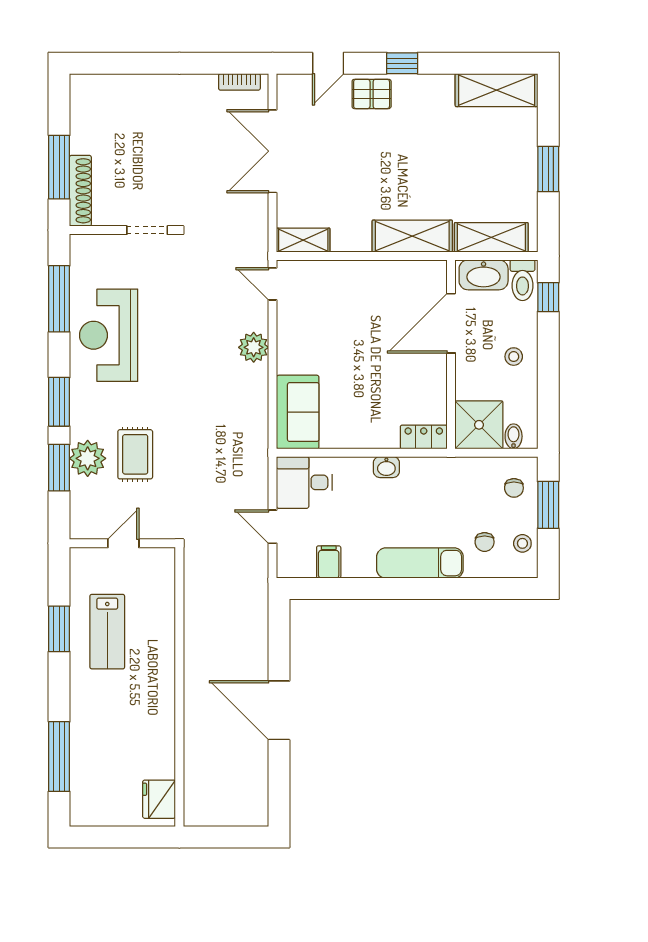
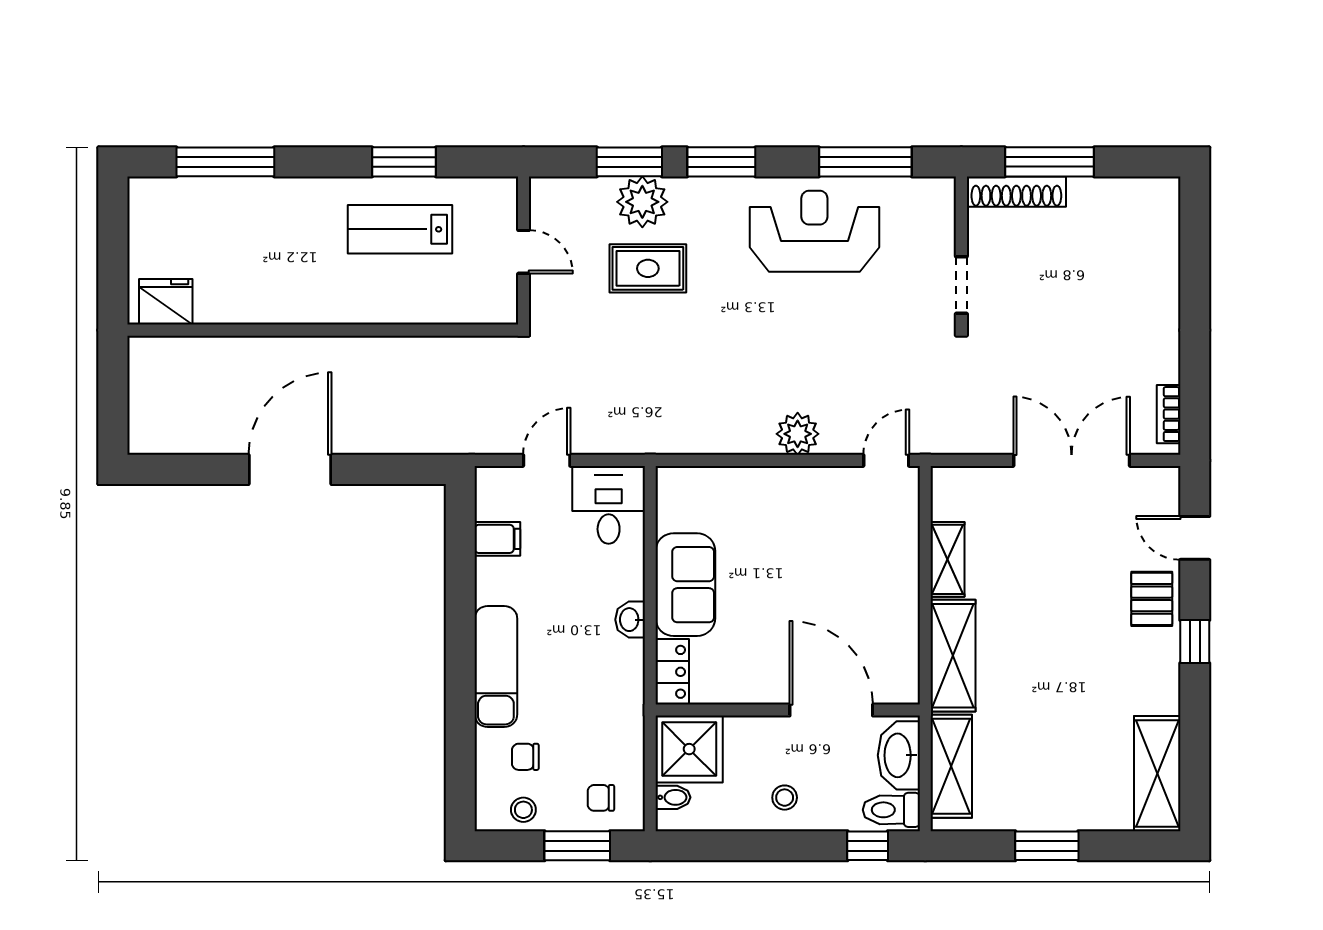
shelving: (303, 240) -> (947, 559), moved
sofa: (298, 412) -> (685, 585), moved, turned -90

